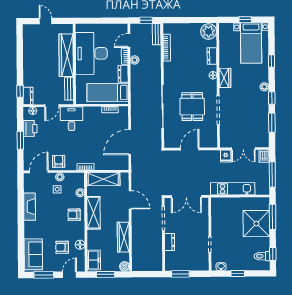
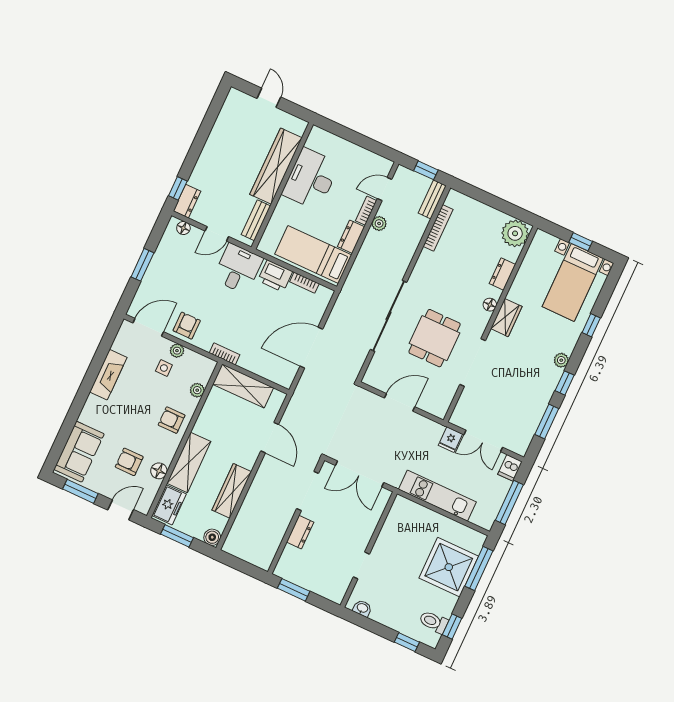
desk: (91, 53) -> (311, 179), width x0.73, depth x0.77
printer: (30, 129) -> (275, 276), moved, turned 90
shelving: (94, 213) -> (189, 462), moved
window: (238, 273) -> (407, 642), moved

